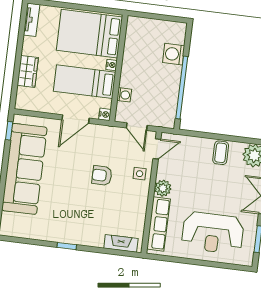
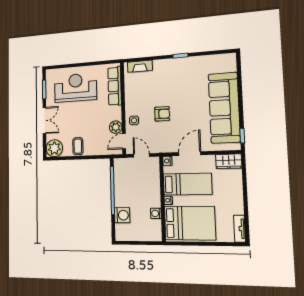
wardrobe: (28, 71) -> (229, 161), moved, turned -90
washing machine: (124, 95) -> (156, 213), moved
plant: (163, 188) -> (116, 127), moved

